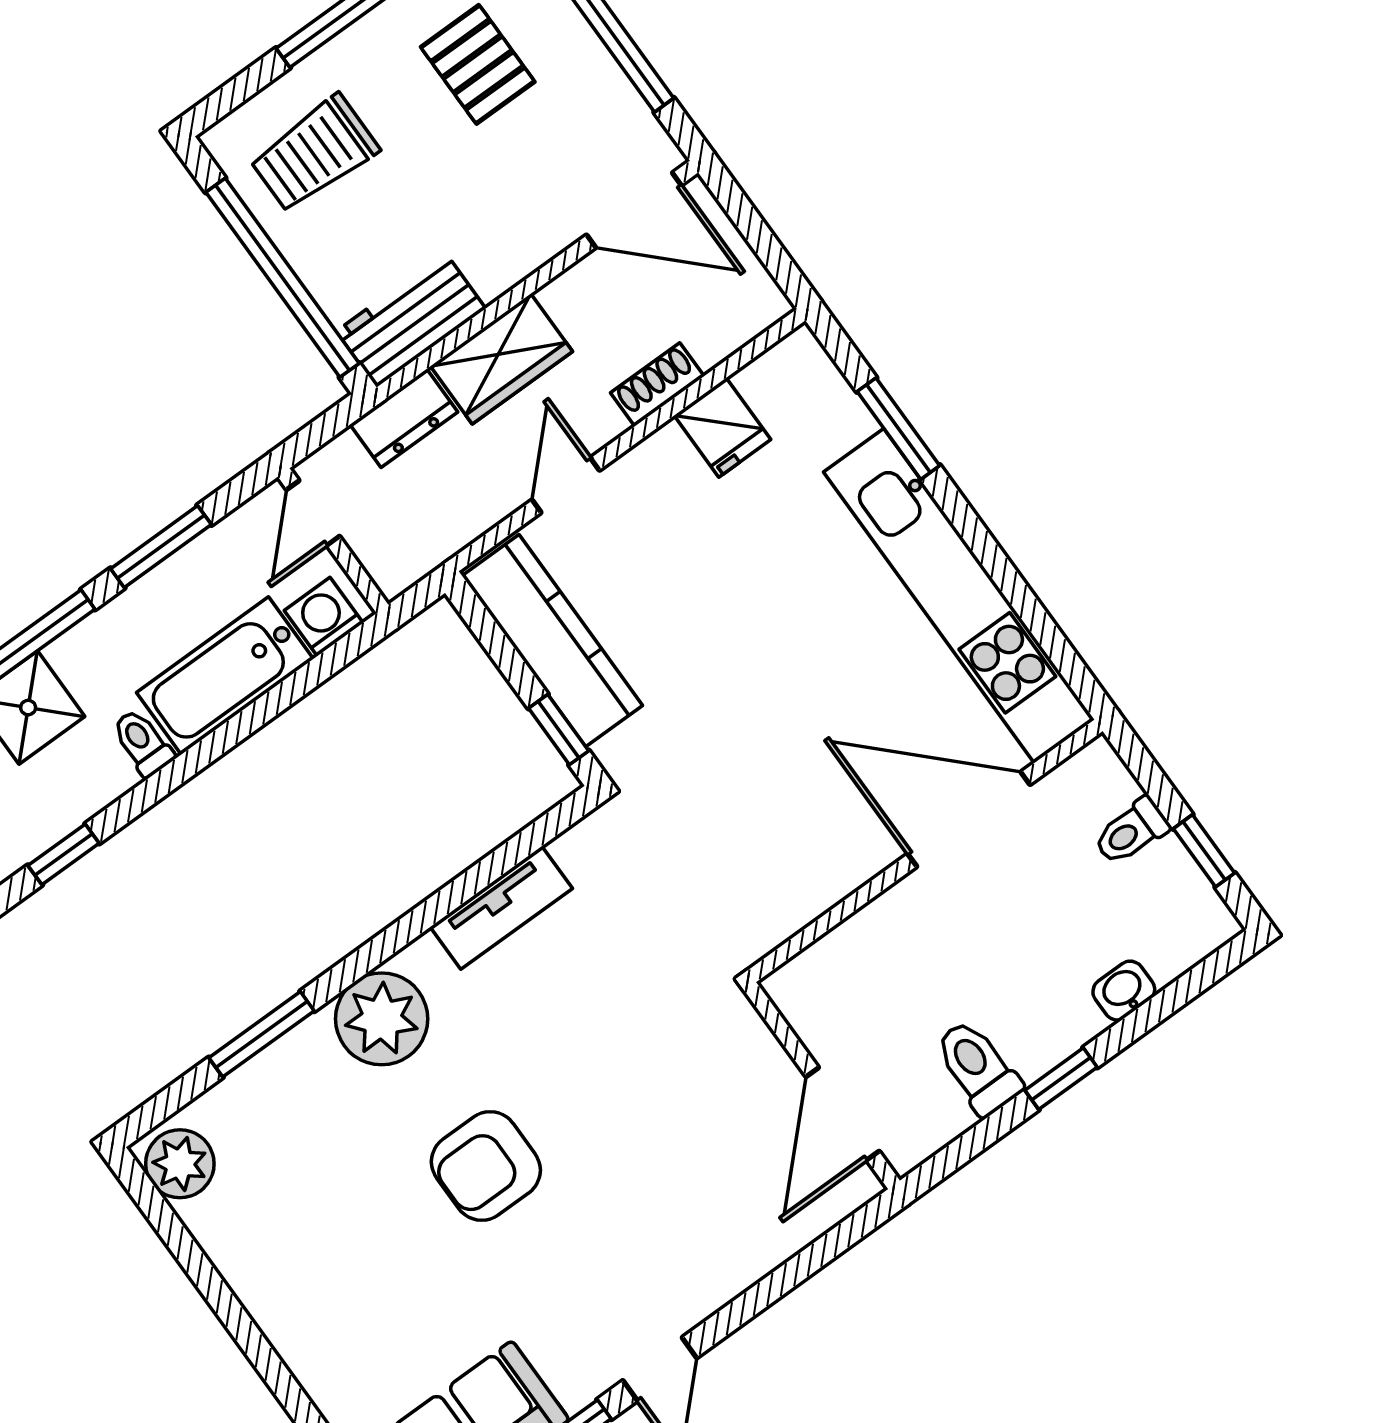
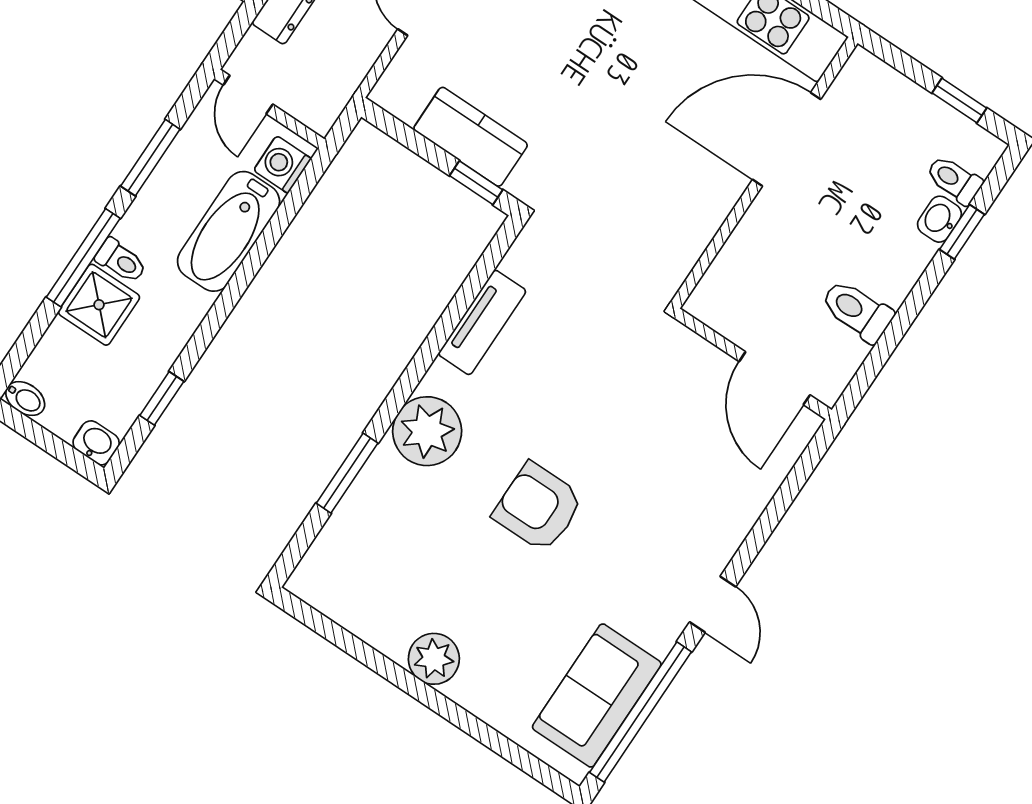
kitchen counter: (552, 641) -> (471, 137), width x0.67
toilet: (143, 743) -> (121, 261), moved, turned 180
toilet: (1131, 831) -> (954, 180), moved, turned 90
window: (1061, 1079) -> (962, 232), moved
plant: (180, 1164) -> (434, 659), moved
armchair: (486, 1166) -> (538, 507), turned 90

